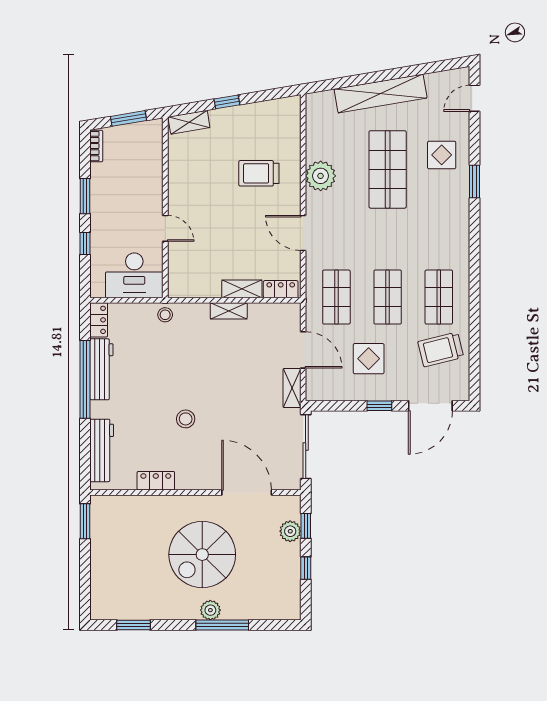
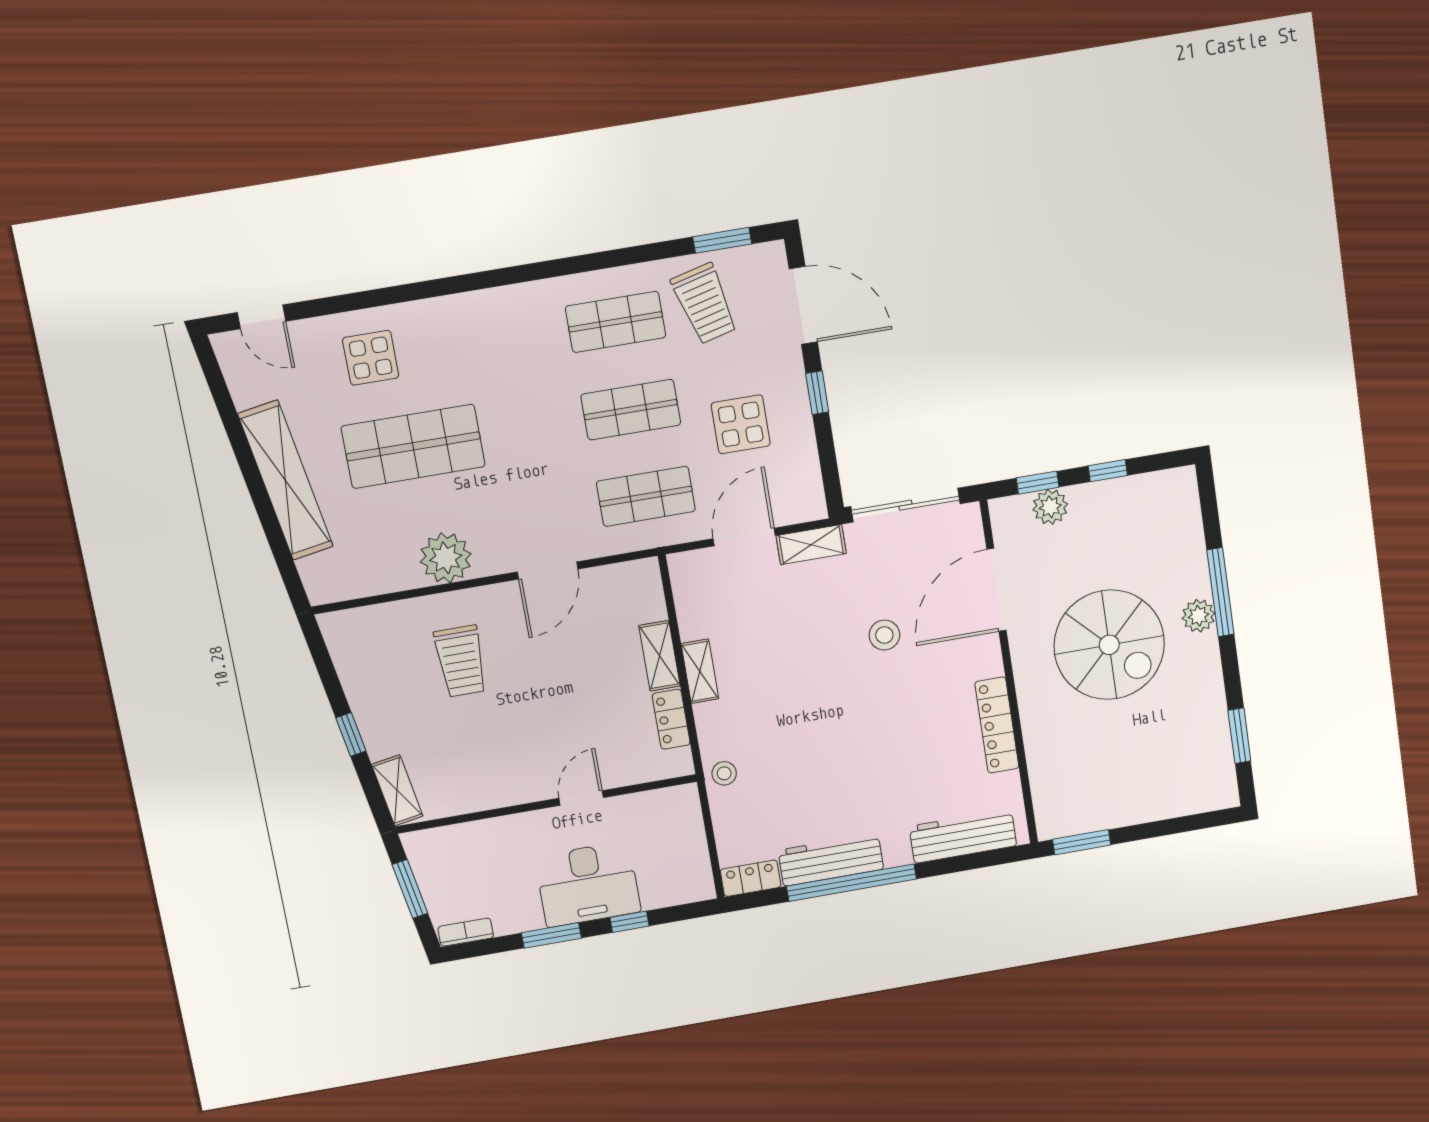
window: (475, 181) -> (722, 240), moved
desk: (134, 275) -> (588, 884), moved, turned 90
locker: (281, 289) -> (671, 719), moved
stool: (186, 419) -> (884, 635), moved
locker: (156, 481) -> (997, 725), width x1.53

